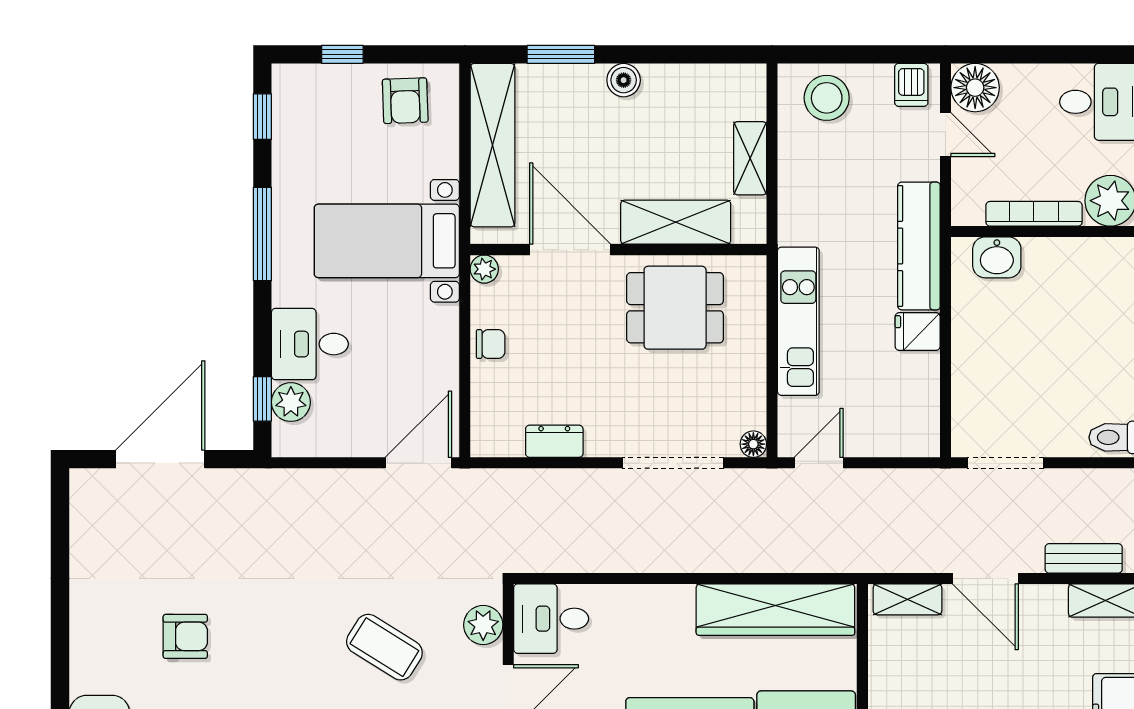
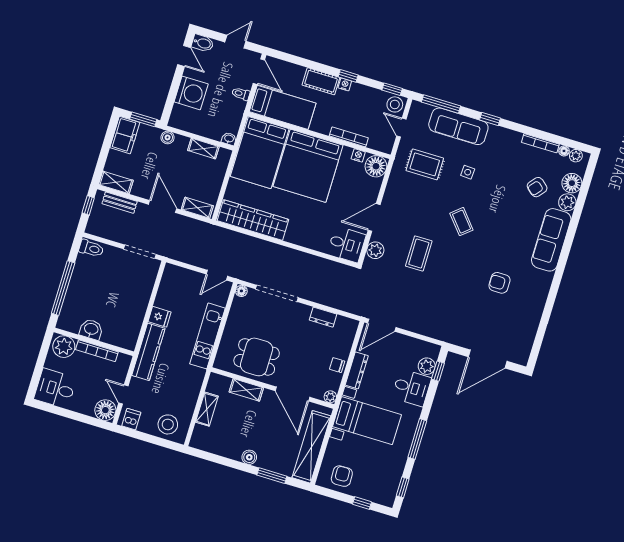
shelving: (676, 222) -> (246, 390), width x0.67, depth x0.75
washbasin: (997, 257) -> (91, 329), moved
dresser: (444, 346) -> (357, 370), added
coffee table: (384, 647) -> (419, 253), turned 58

